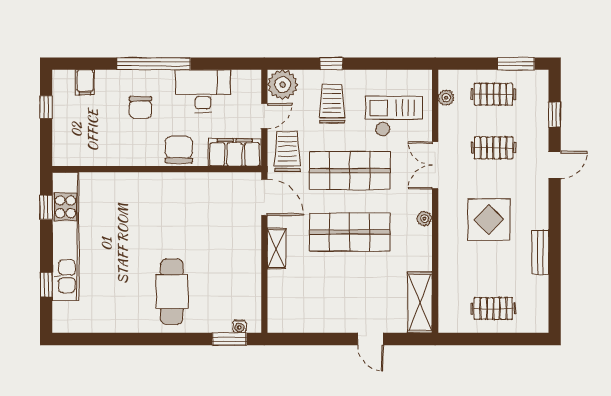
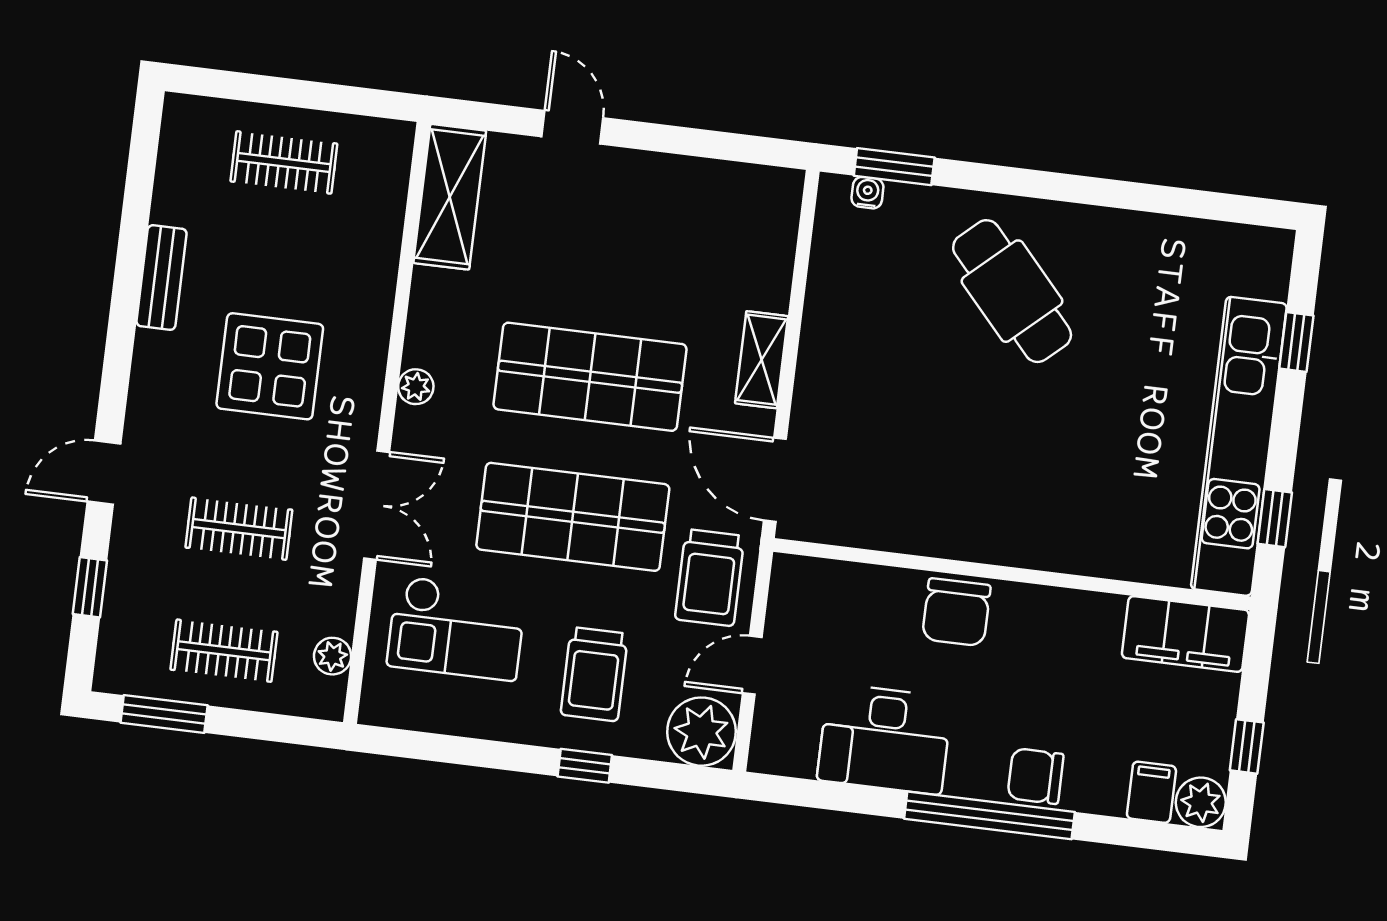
plant: (63, 81) -> (1201, 802), added
chair: (140, 108) -> (1036, 776), moved, turned -90
filing cabinet: (235, 152) -> (1185, 634), moved
cafe table: (172, 291) -> (1012, 291), turned -42

